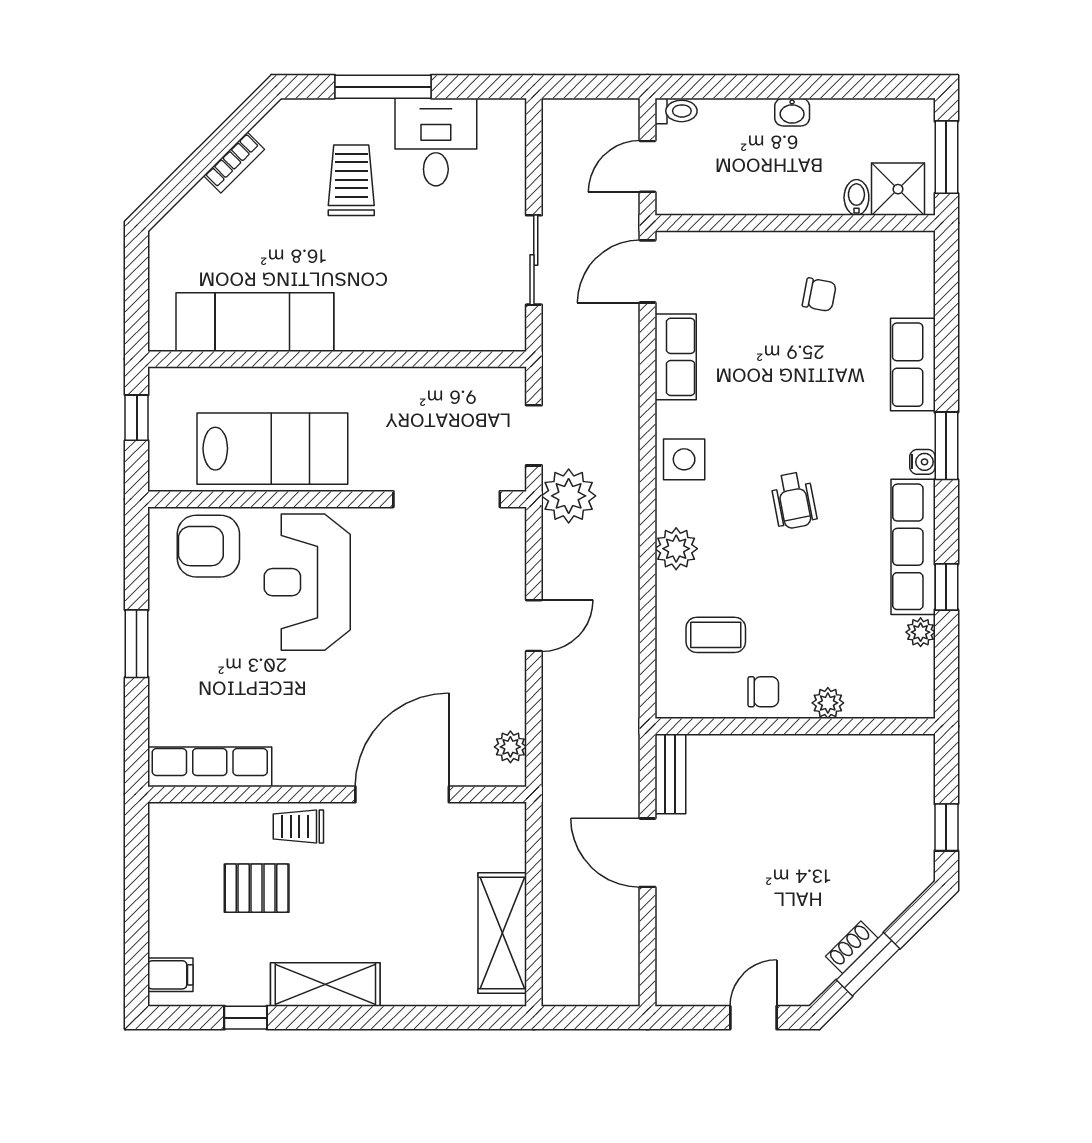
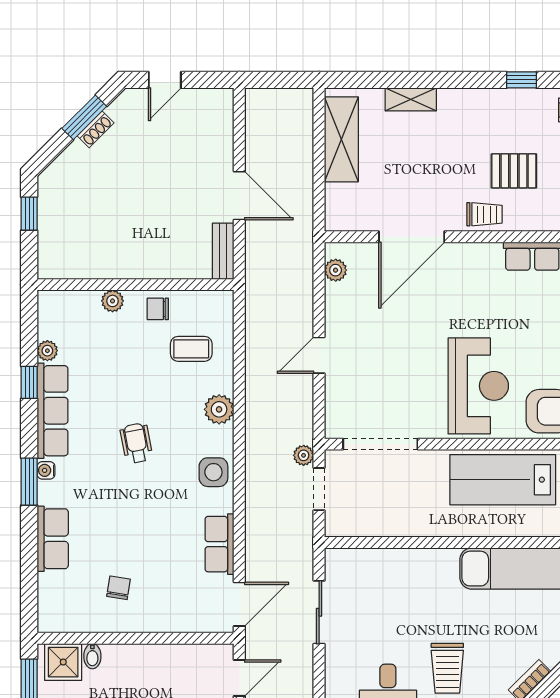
chair: (819, 295) -> (119, 588), turned 88
plant: (569, 496) -> (304, 455), width x0.53, depth x0.53
shelving: (325, 984) -> (411, 99), moved, width x0.67, depth x0.75

